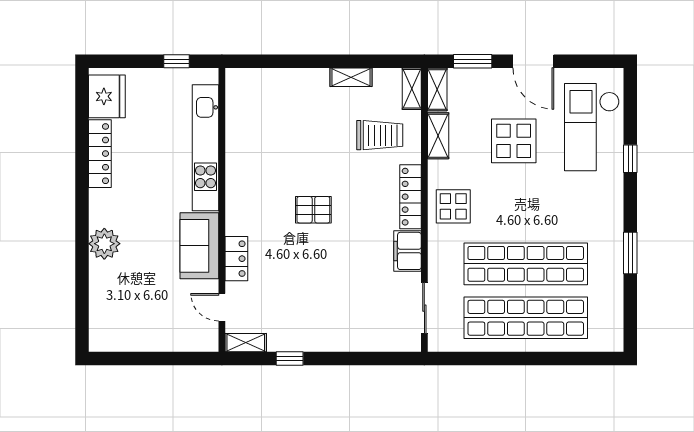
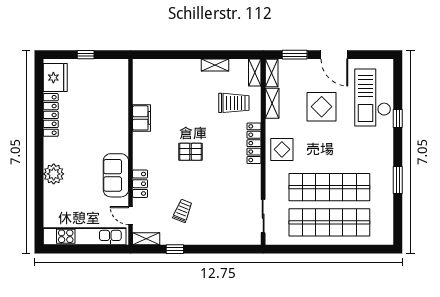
window: (177, 61) -> (86, 55), moved
kitchen unit: (205, 148) -> (85, 236), moved, turned 90
filing cabinet: (408, 251) -> (142, 118), moved, turned 180
trolley: (301, 300) -> (183, 211), added

